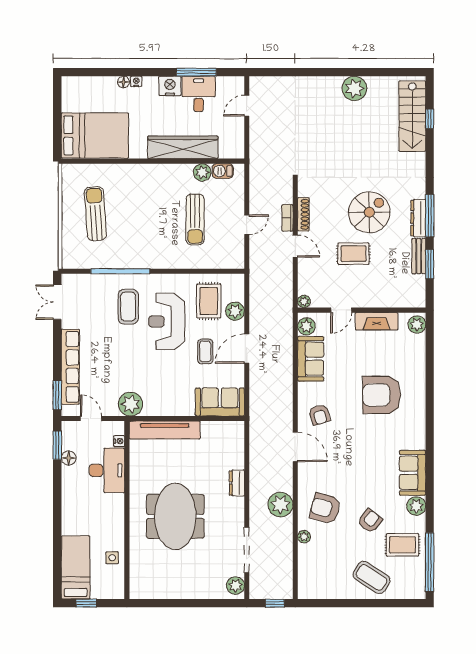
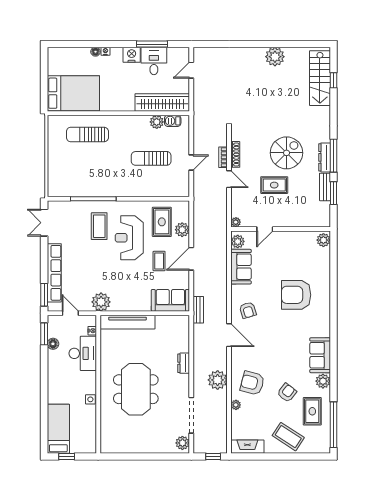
wardrobe: (183, 147) -> (162, 102), moved
sun lounger: (95, 214) -> (87, 135), moved, turned -86
sun lounger: (195, 219) -> (151, 158), turned 90
fireplace: (377, 321) -> (247, 447), moved, turned 180
bench: (256, 414) -> (198, 310), added
rug: (402, 545) -> (312, 411), turned 90
side table: (112, 558) -> (90, 399), moved

